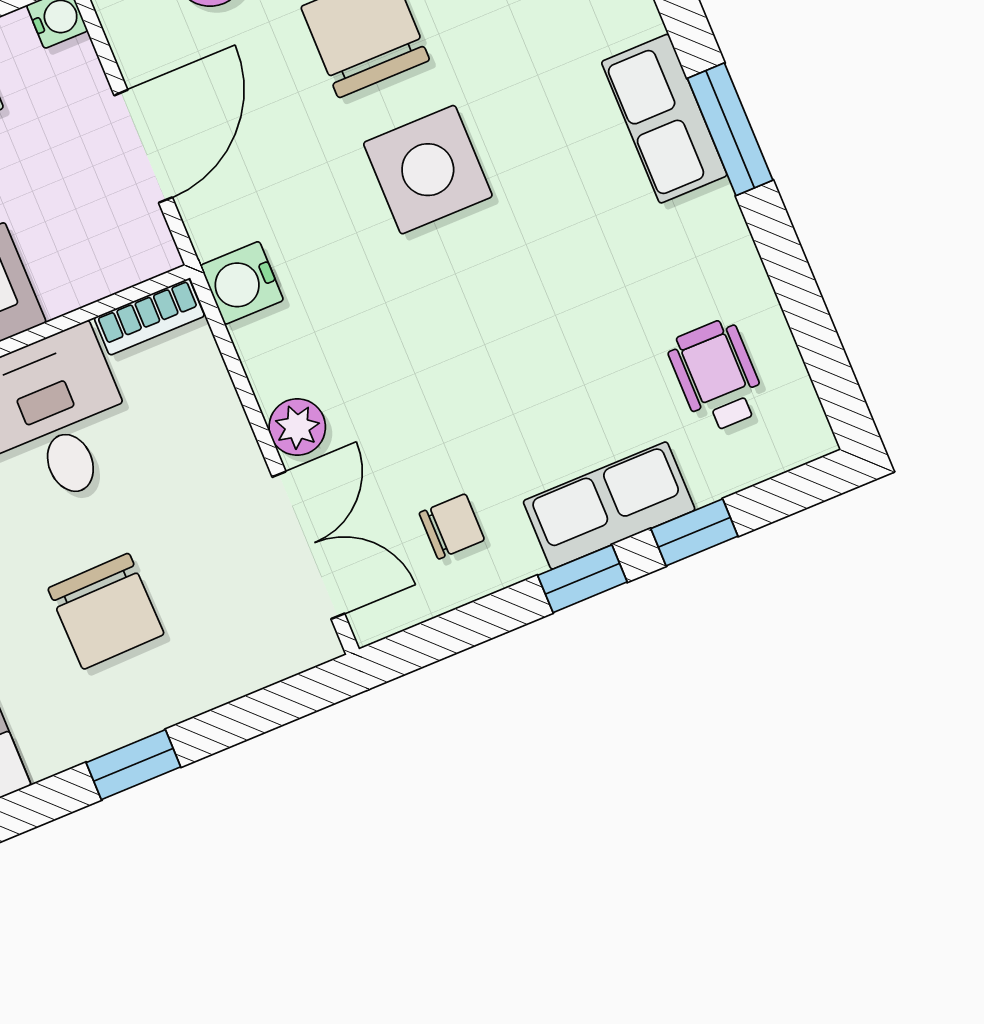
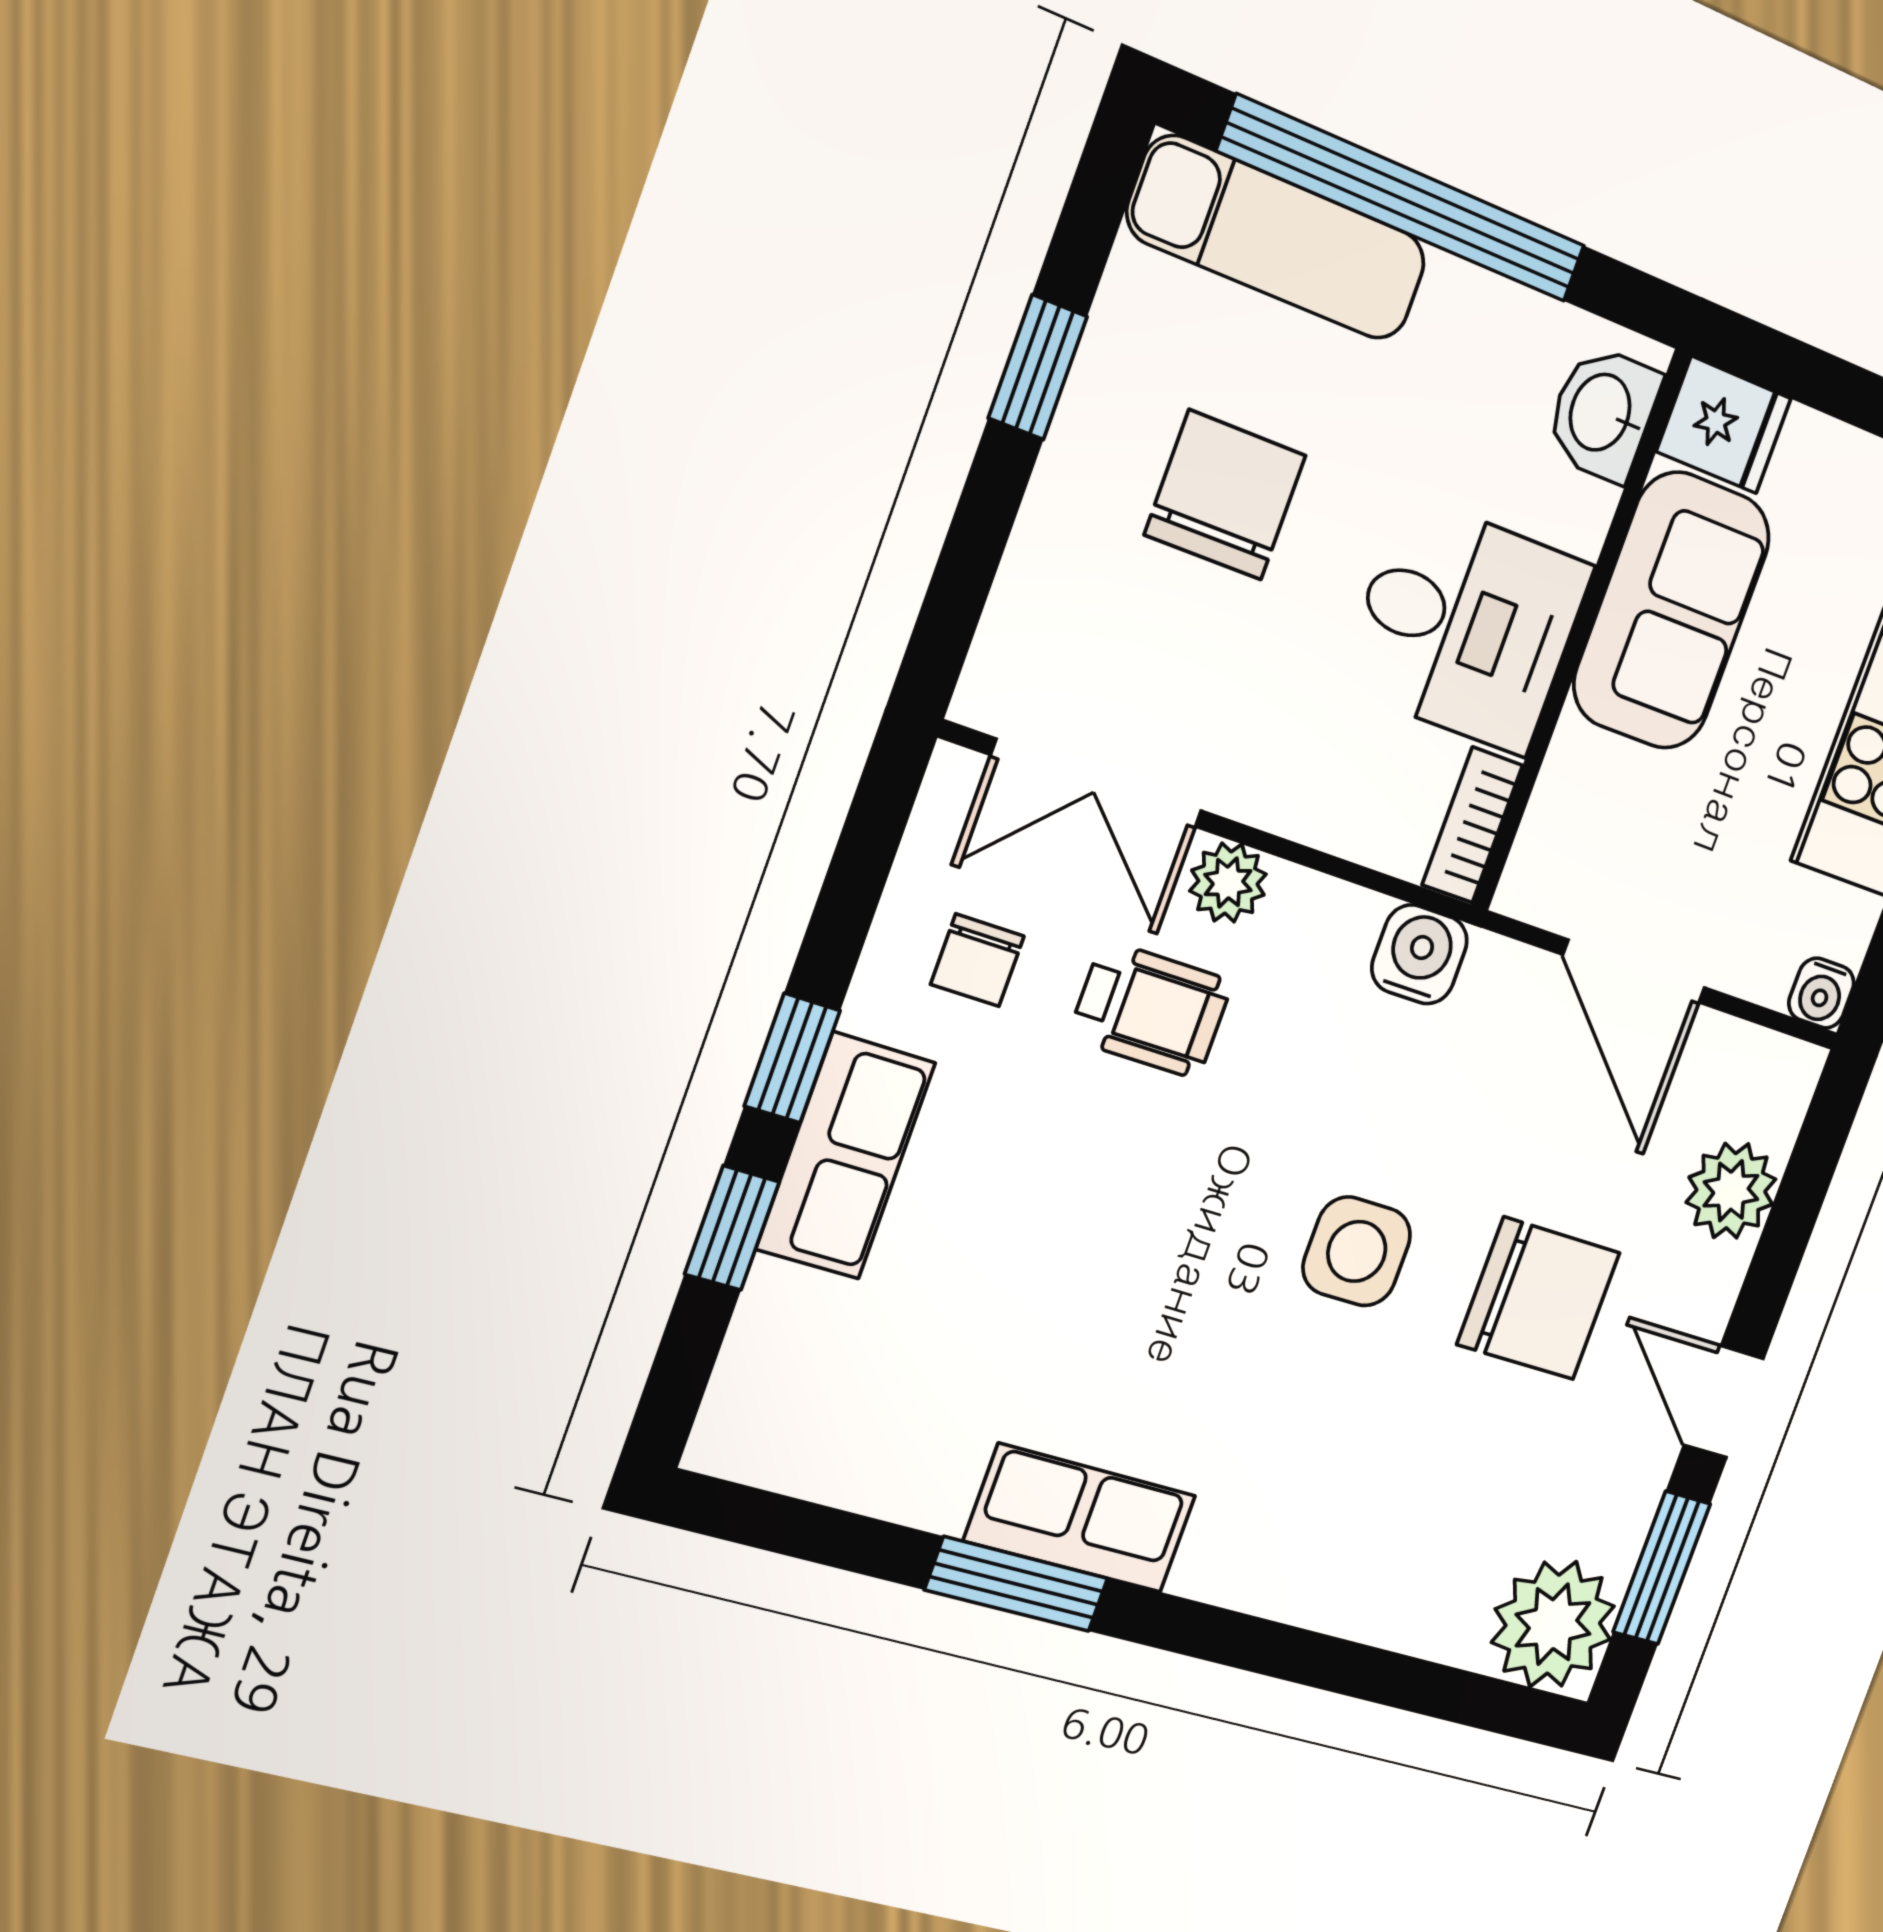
row of seats: (664, 119) -> (1080, 1518), moved
window: (730, 129) -> (1017, 1584), moved
side table: (428, 170) -> (1357, 1251), width x0.73, depth x0.73
wheelchair: (717, 376) -> (1151, 1010), moved
chair: (106, 611) -> (1225, 495), turned 91

